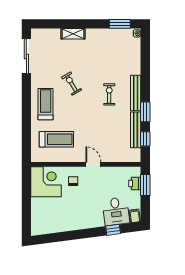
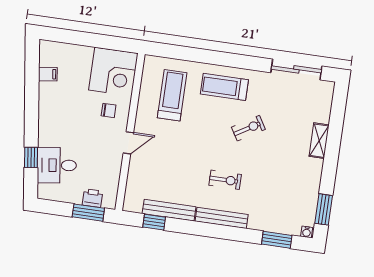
treadmill: (46, 104) -> (224, 87), turned 180
window: (145, 112) -> (277, 240), moved
treadmill: (56, 139) -> (172, 95), turned 180
filing cabinet: (135, 216) -> (48, 74), moved

